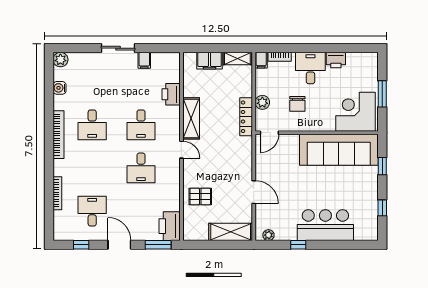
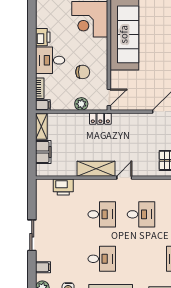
filing cabinet: (144, 60) -> (43, 267), moved
printer: (171, 94) -> (63, 187), moved
locker: (246, 117) -> (100, 119), width x0.66
door: (269, 133) -> (109, 98), hinge flipped

